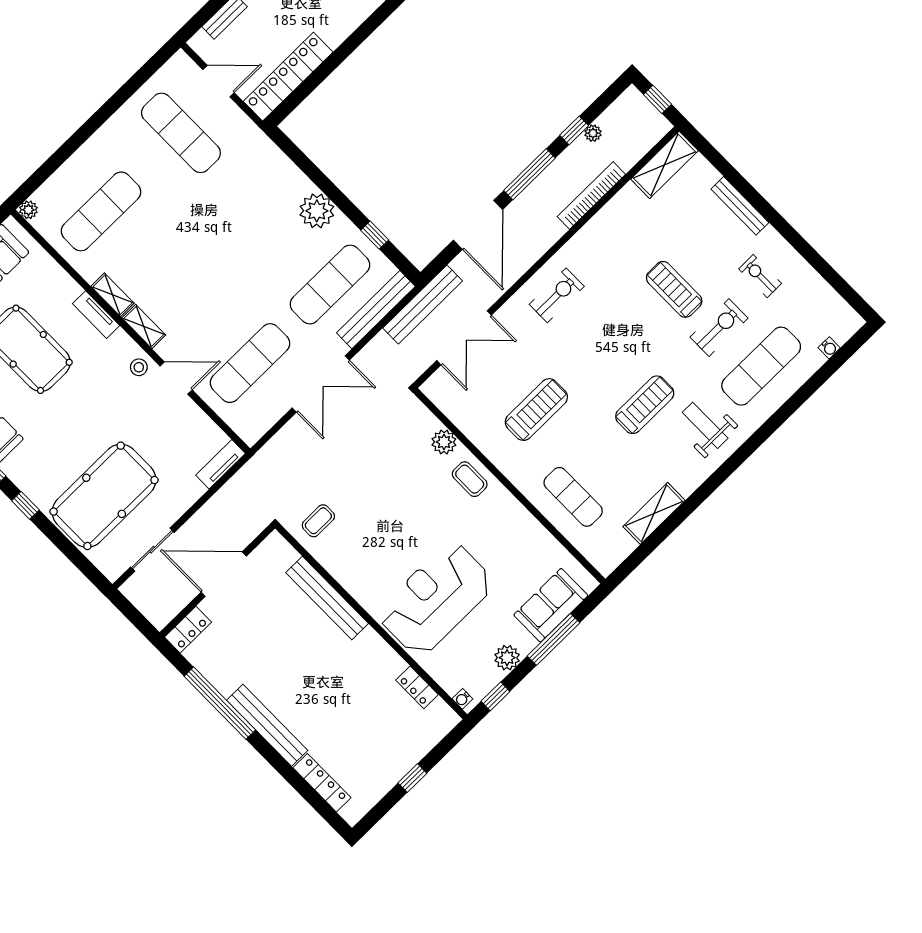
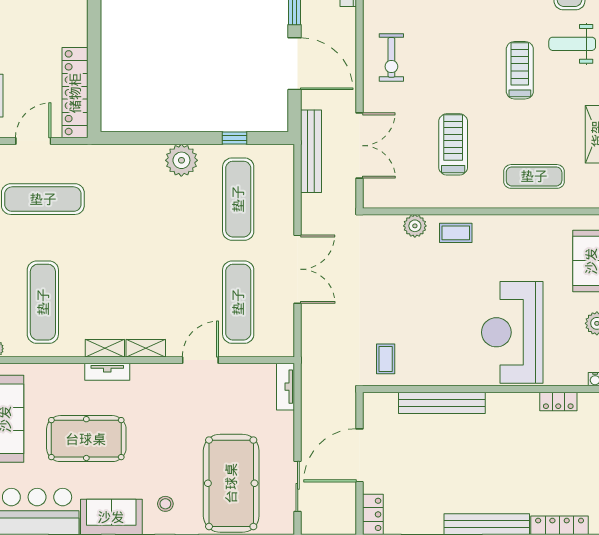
exercise bike: (557, 295) -> (391, 57), turned 180
bench: (376, 310) -> (284, 185), removed
stool: (139, 367) -> (165, 504), moved

